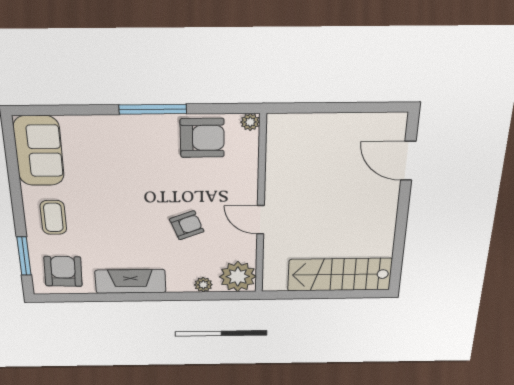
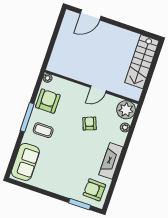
sofa: (39, 151) -> (25, 162), moved, turned 90
coffee table: (53, 217) -> (43, 130), moved

